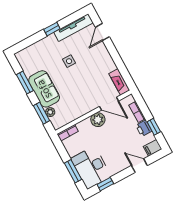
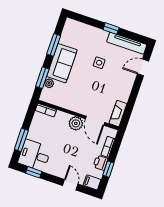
desk: (91, 168) -> (35, 155), width x0.73

